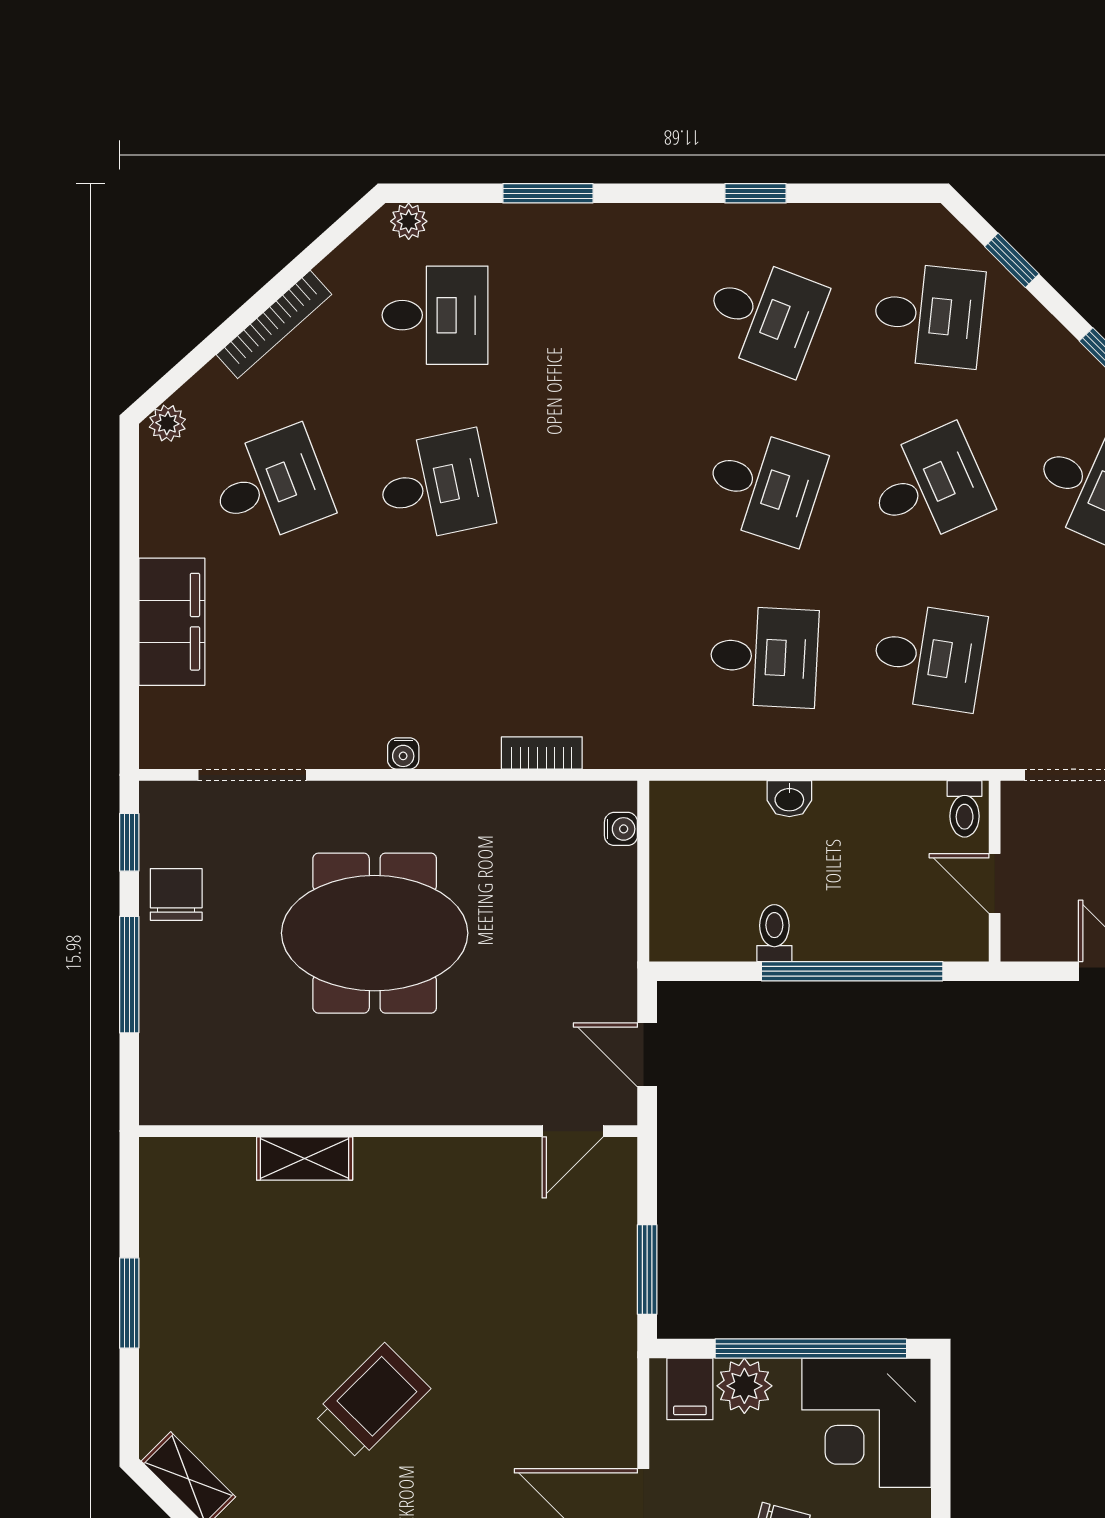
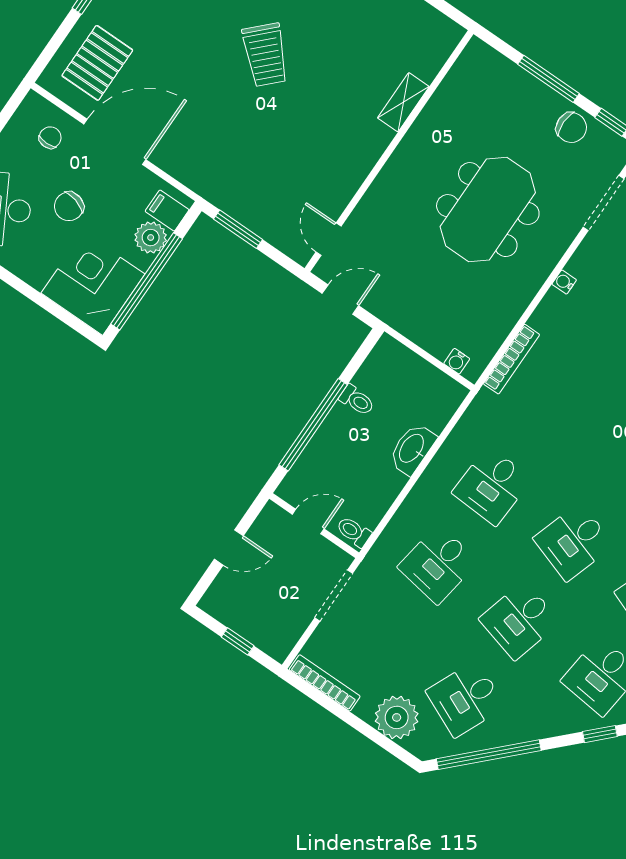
desk: (929, 486) -> (519, 620), turned 39
bookcase: (542, 753) -> (512, 359), width x1.56
washbasin: (789, 799) -> (412, 449), width x1.91, depth x1.45

